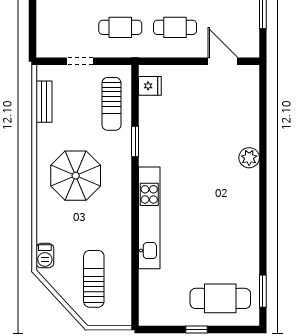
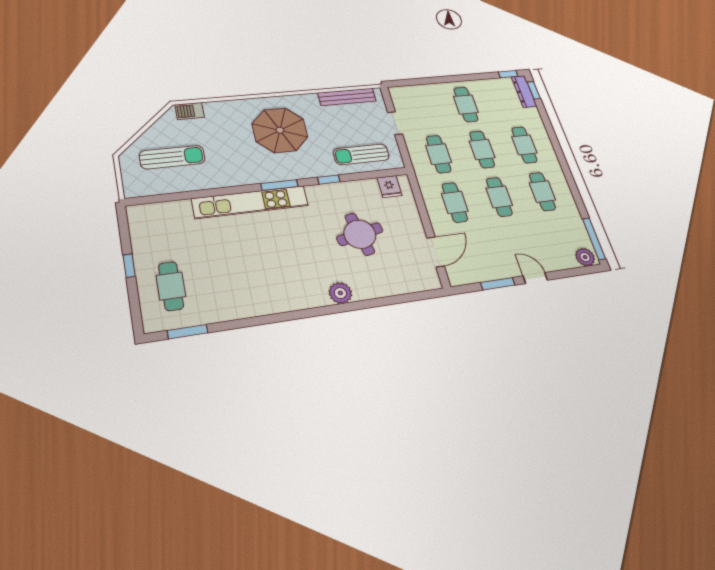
bench: (44, 102) -> (347, 97), width x1.36
round table: (195, 126) -> (360, 234), added
window: (135, 141) -> (329, 180), width x0.67
window: (135, 188) -> (279, 185), added
cafe table: (220, 298) -> (171, 286), width x0.73, depth x0.74

